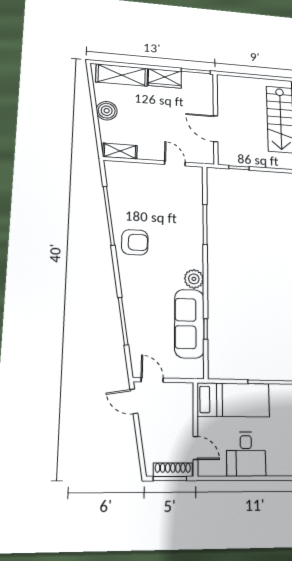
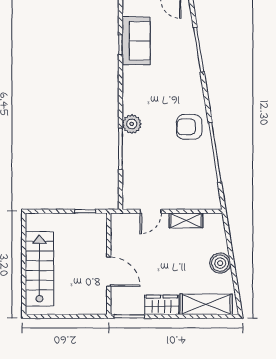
door: (216, 129) -> (109, 272), moved
shelving: (120, 151) -> (186, 220), moved
door: (175, 163) -> (151, 211), hinge flipped
plant: (194, 279) -> (132, 124), moved
sofa: (189, 324) -> (136, 41), width x0.73

